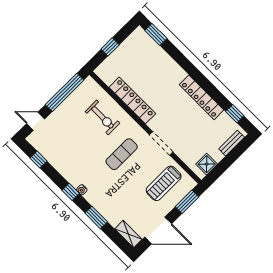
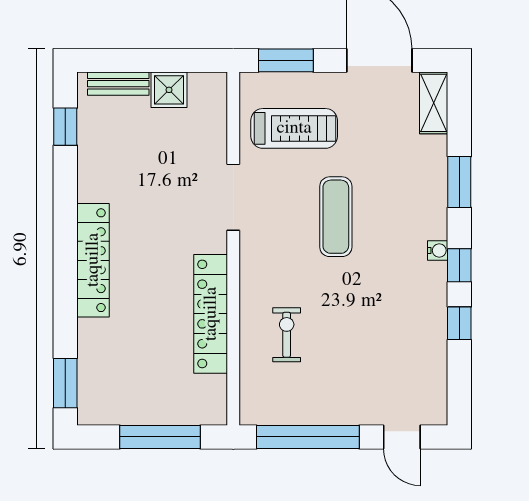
window: (110, 47) -> (160, 437), width x2.17
locker: (201, 97) -> (93, 260), moved
exercise bike: (102, 117) -> (287, 335), width x0.73, depth x0.72
exercise mat: (122, 154) -> (336, 217), moved, turned 90
window: (38, 160) -> (459, 323), moved
shower: (207, 164) -> (169, 90), moved

